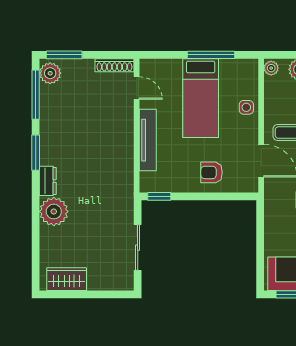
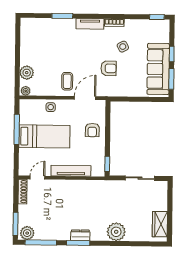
dresser: (48, 181) -> (80, 235), moved

